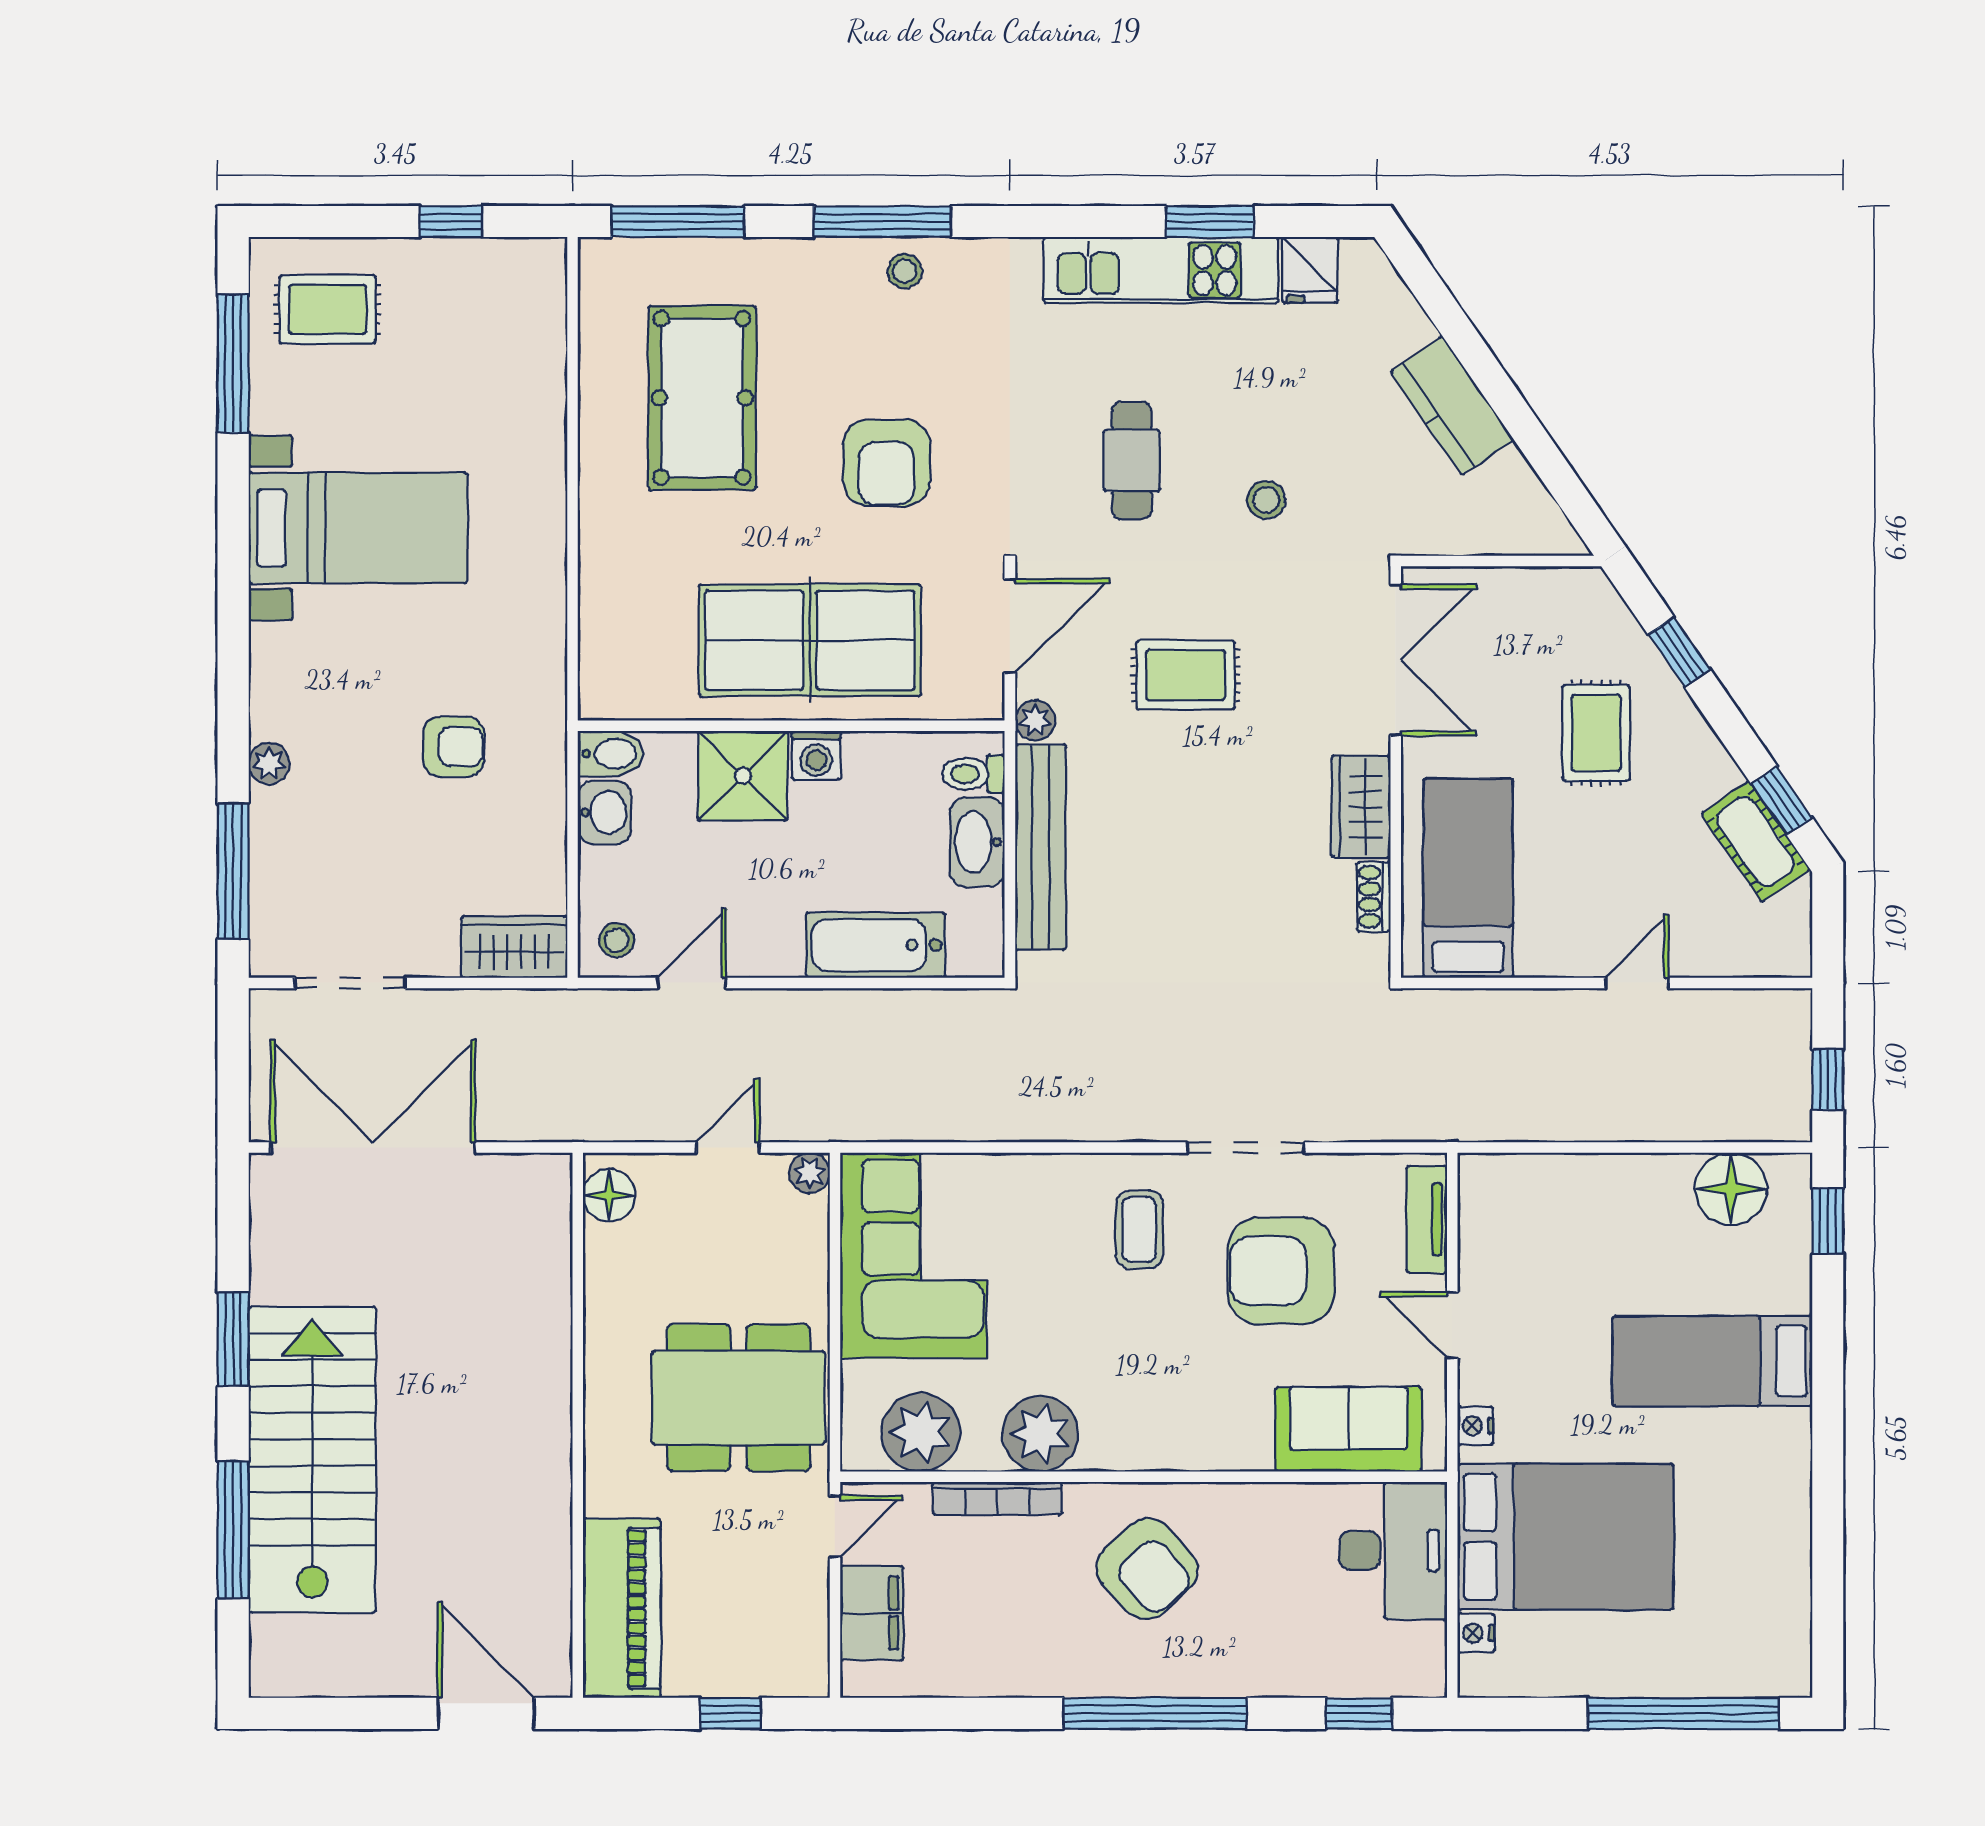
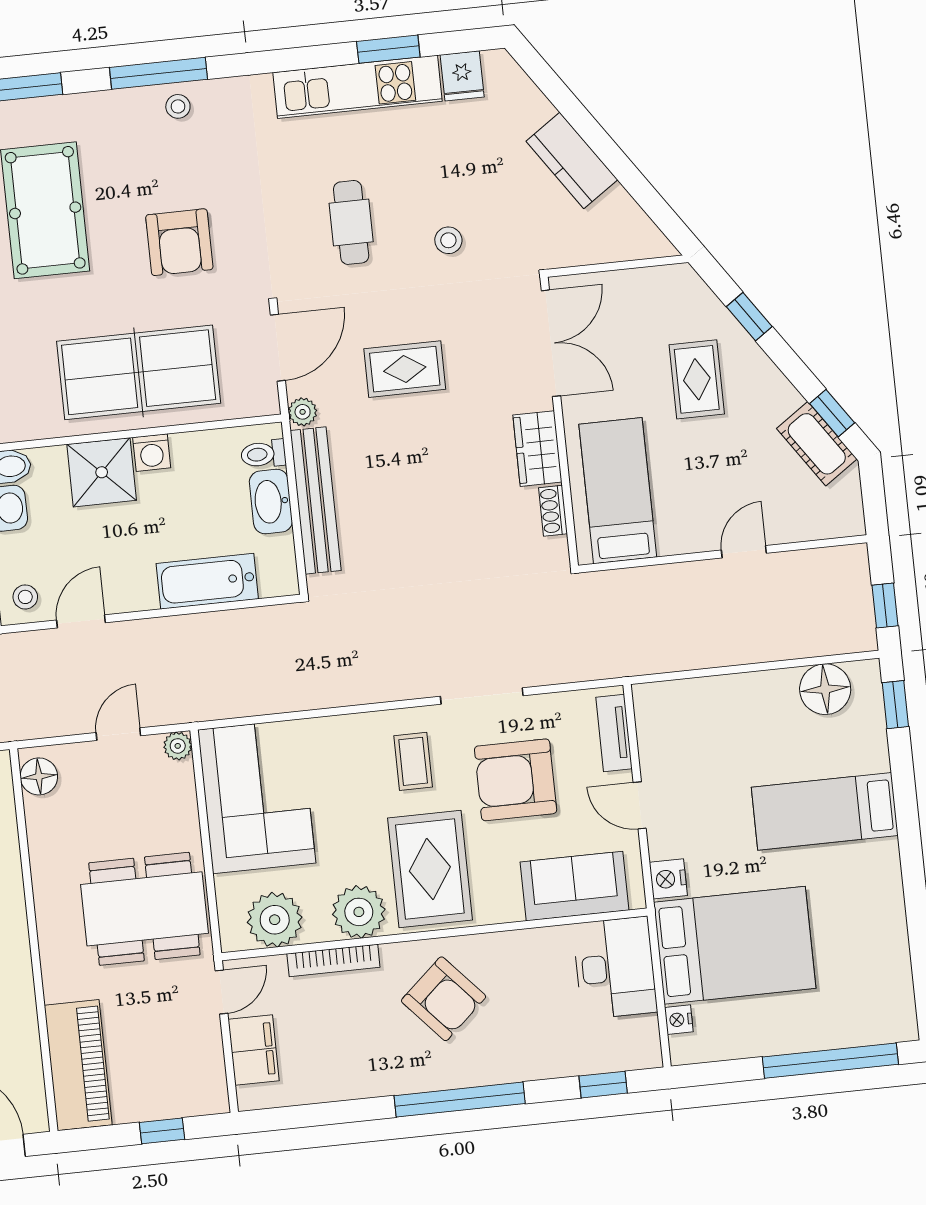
rug: (1147, 1384) -> (430, 869), added
nightstand: (1475, 1426) -> (668, 879), width x1.39, depth x1.35

